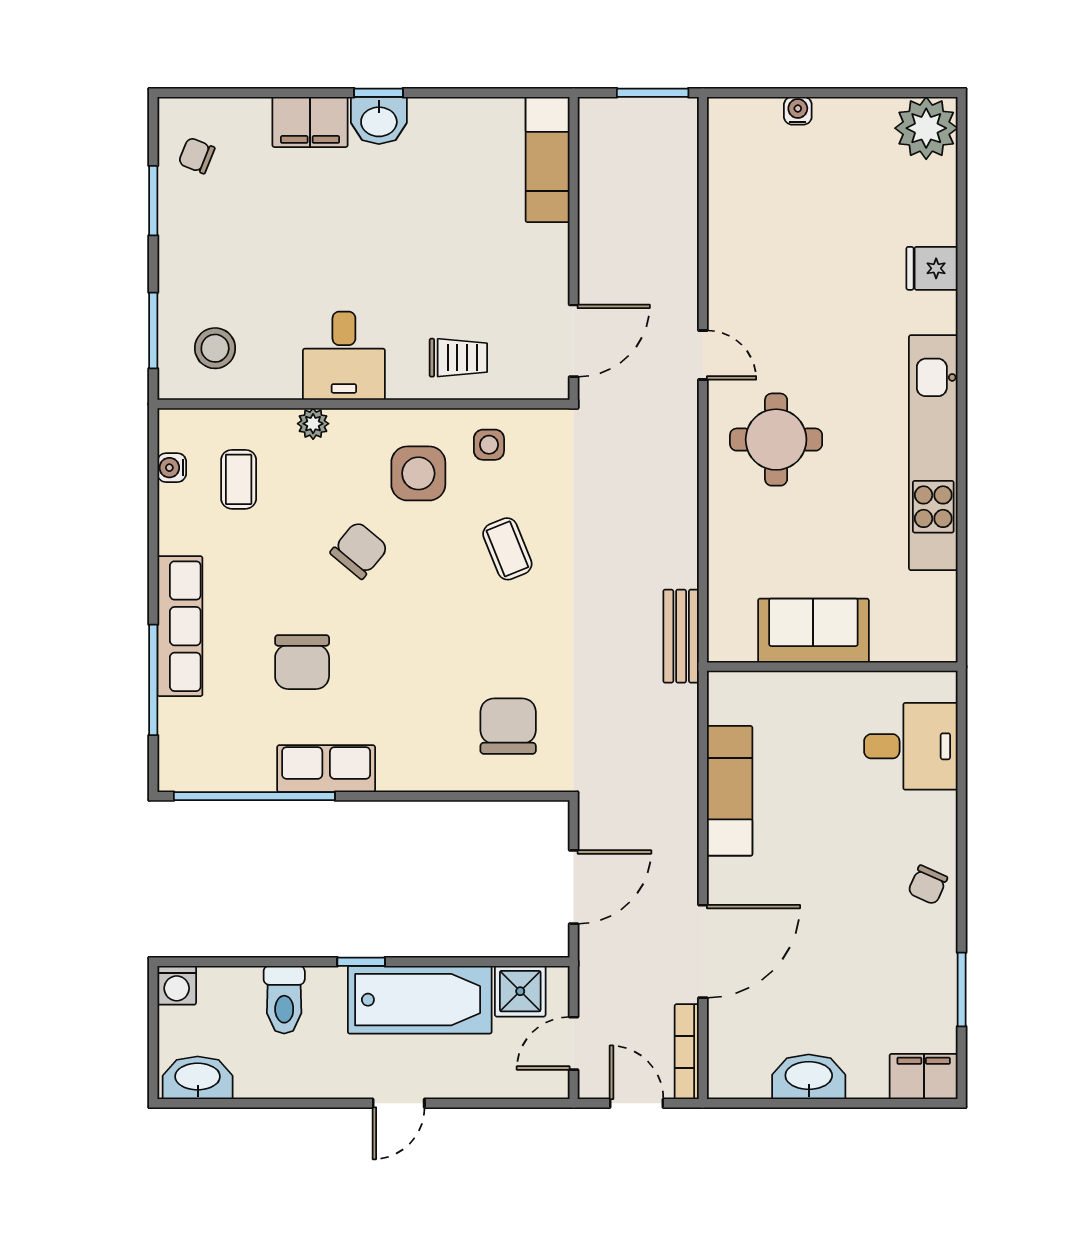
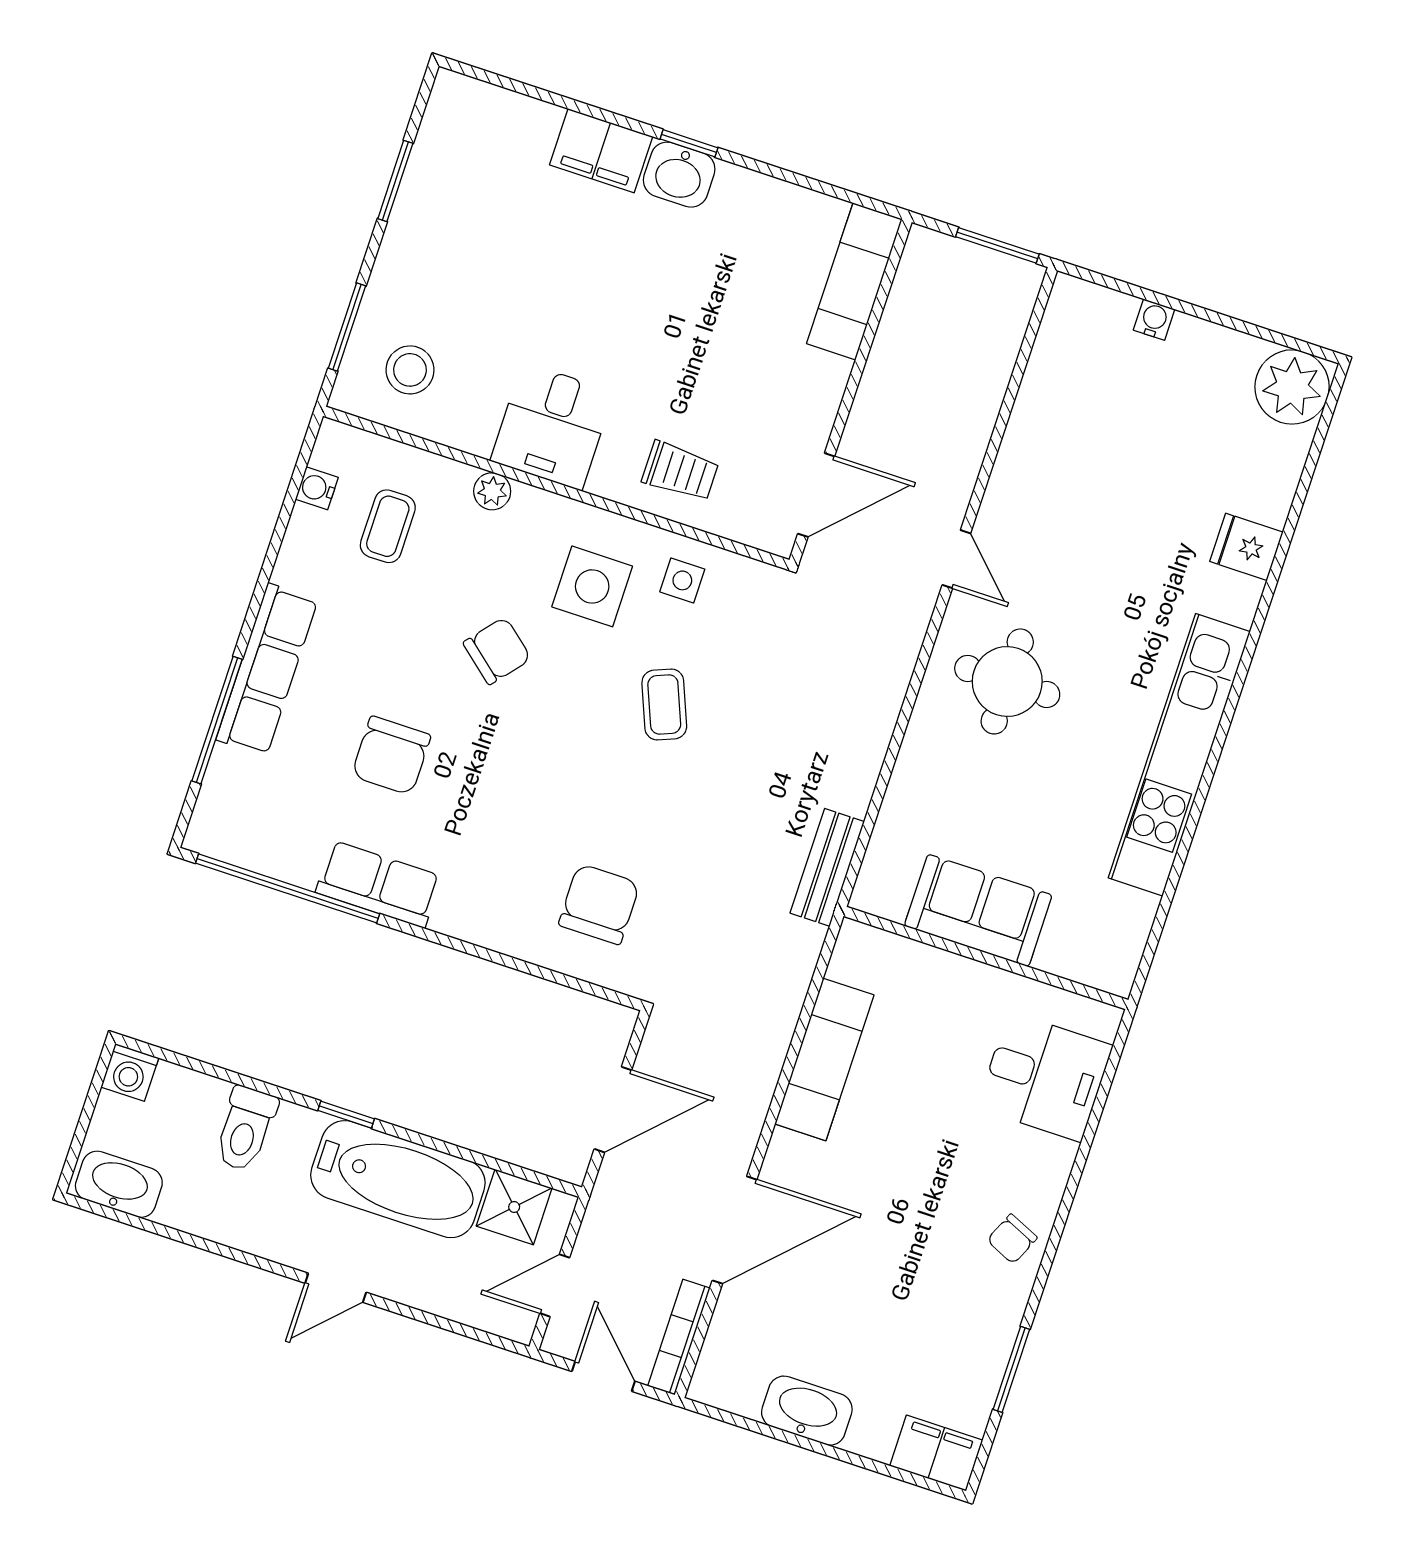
chair: (197, 156) -> (461, 146), removed

